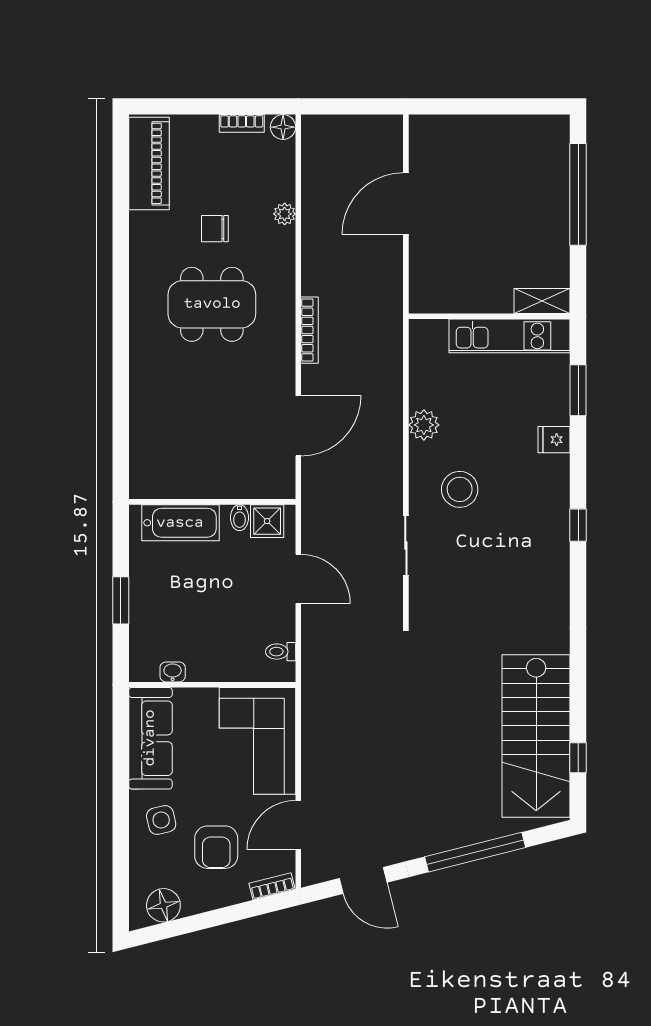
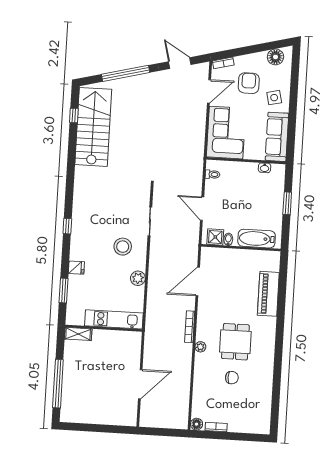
piano: (149, 163) -> (268, 294), moved
plant: (285, 214) -> (200, 347), moved
dining table: (212, 304) -> (235, 342), width x0.73
kitchen unit: (510, 336) -> (114, 319), moved

